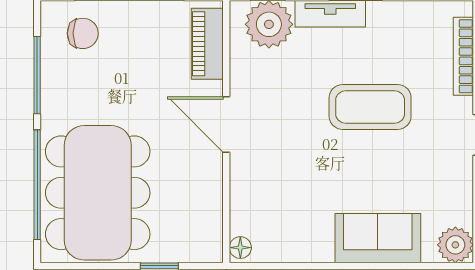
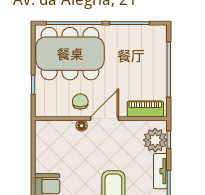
chair: (83, 33) -> (80, 102), moved, turned 180
floor lamp: (240, 248) -> (82, 126), moved

